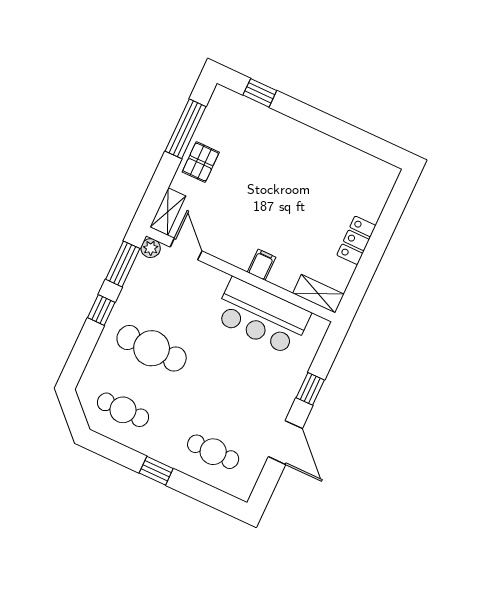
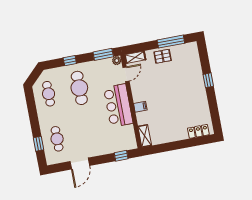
window: (260, 93) -> (208, 80), moved
locker: (356, 240) -> (198, 131), moved
window: (101, 310) -> (70, 61), moved
bar counter: (262, 316) -> (118, 106), moved
window: (310, 389) -> (121, 156), moved
window: (156, 471) -> (39, 144), moved

